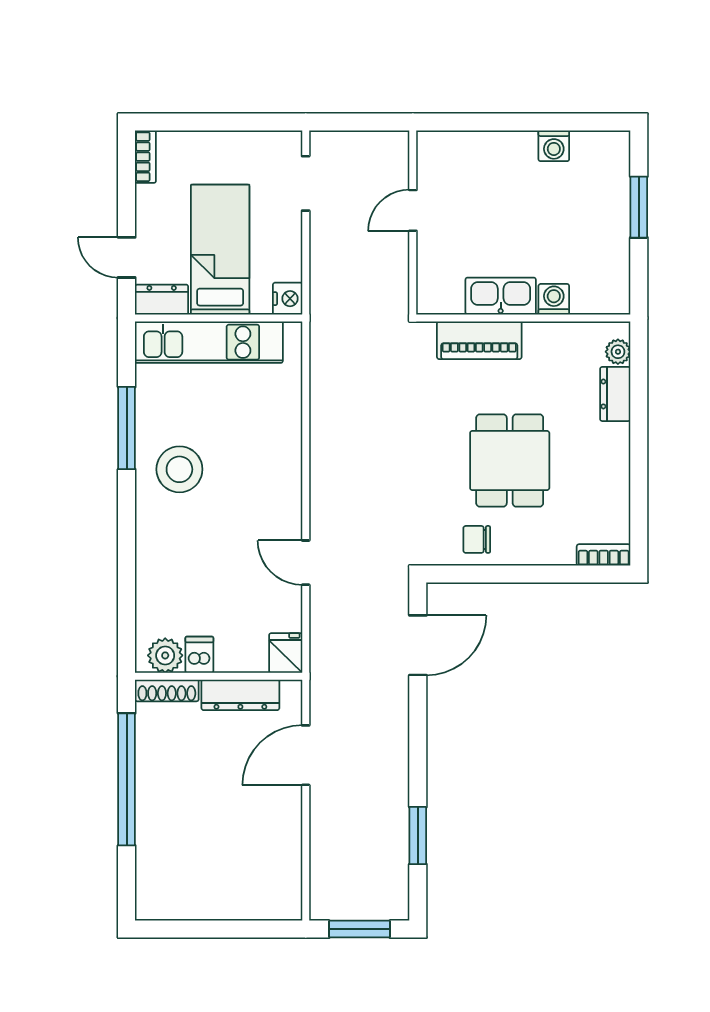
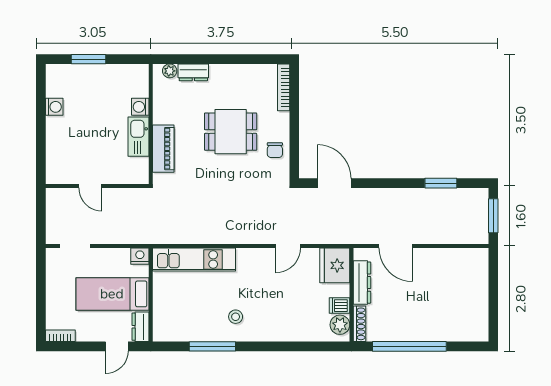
kitchen unit: (209, 342) -> (194, 260), moved, turned 90
stool: (179, 469) -> (236, 317), width x0.53, depth x0.53
bookcase: (604, 555) -> (284, 87), width x1.56
fridge: (286, 653) -> (335, 265), width x1.88, depth x1.34

